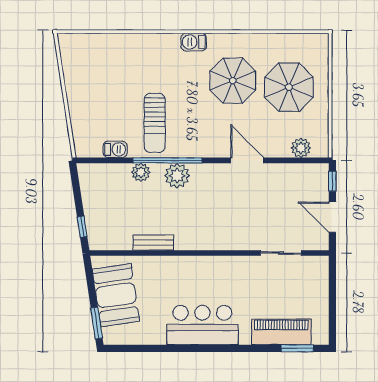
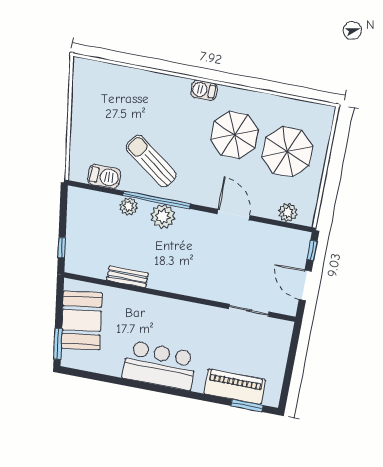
sun lounger: (155, 123) -> (151, 161), turned 126
barbecue: (115, 149) -> (104, 176), width x1.38, depth x1.27

